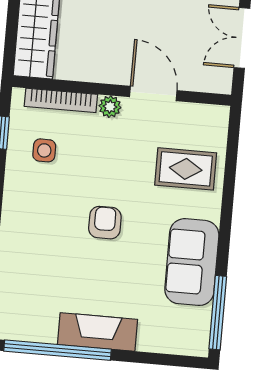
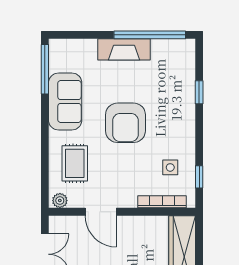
plant: (110, 107) -> (60, 201), moved
rug: (186, 169) -> (75, 163), turned 90
armchair: (105, 223) -> (125, 123), width x1.88, depth x1.88

